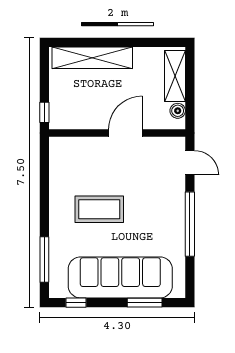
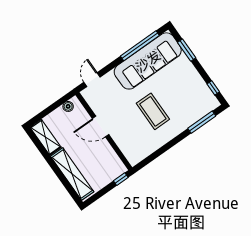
shelving: (175, 76) -> (46, 137), moved, turned 90
window: (190, 224) -> (140, 46), moved
sofa: (120, 277) -> (148, 61), moved, turned -90

